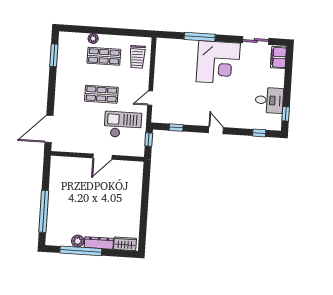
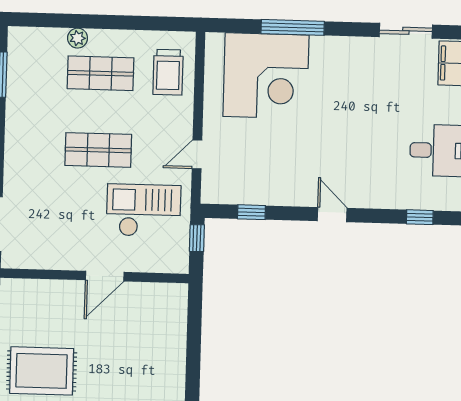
corner desk: (218, 62) -> (266, 76), moved
rug: (70, 202) -> (42, 371), added

